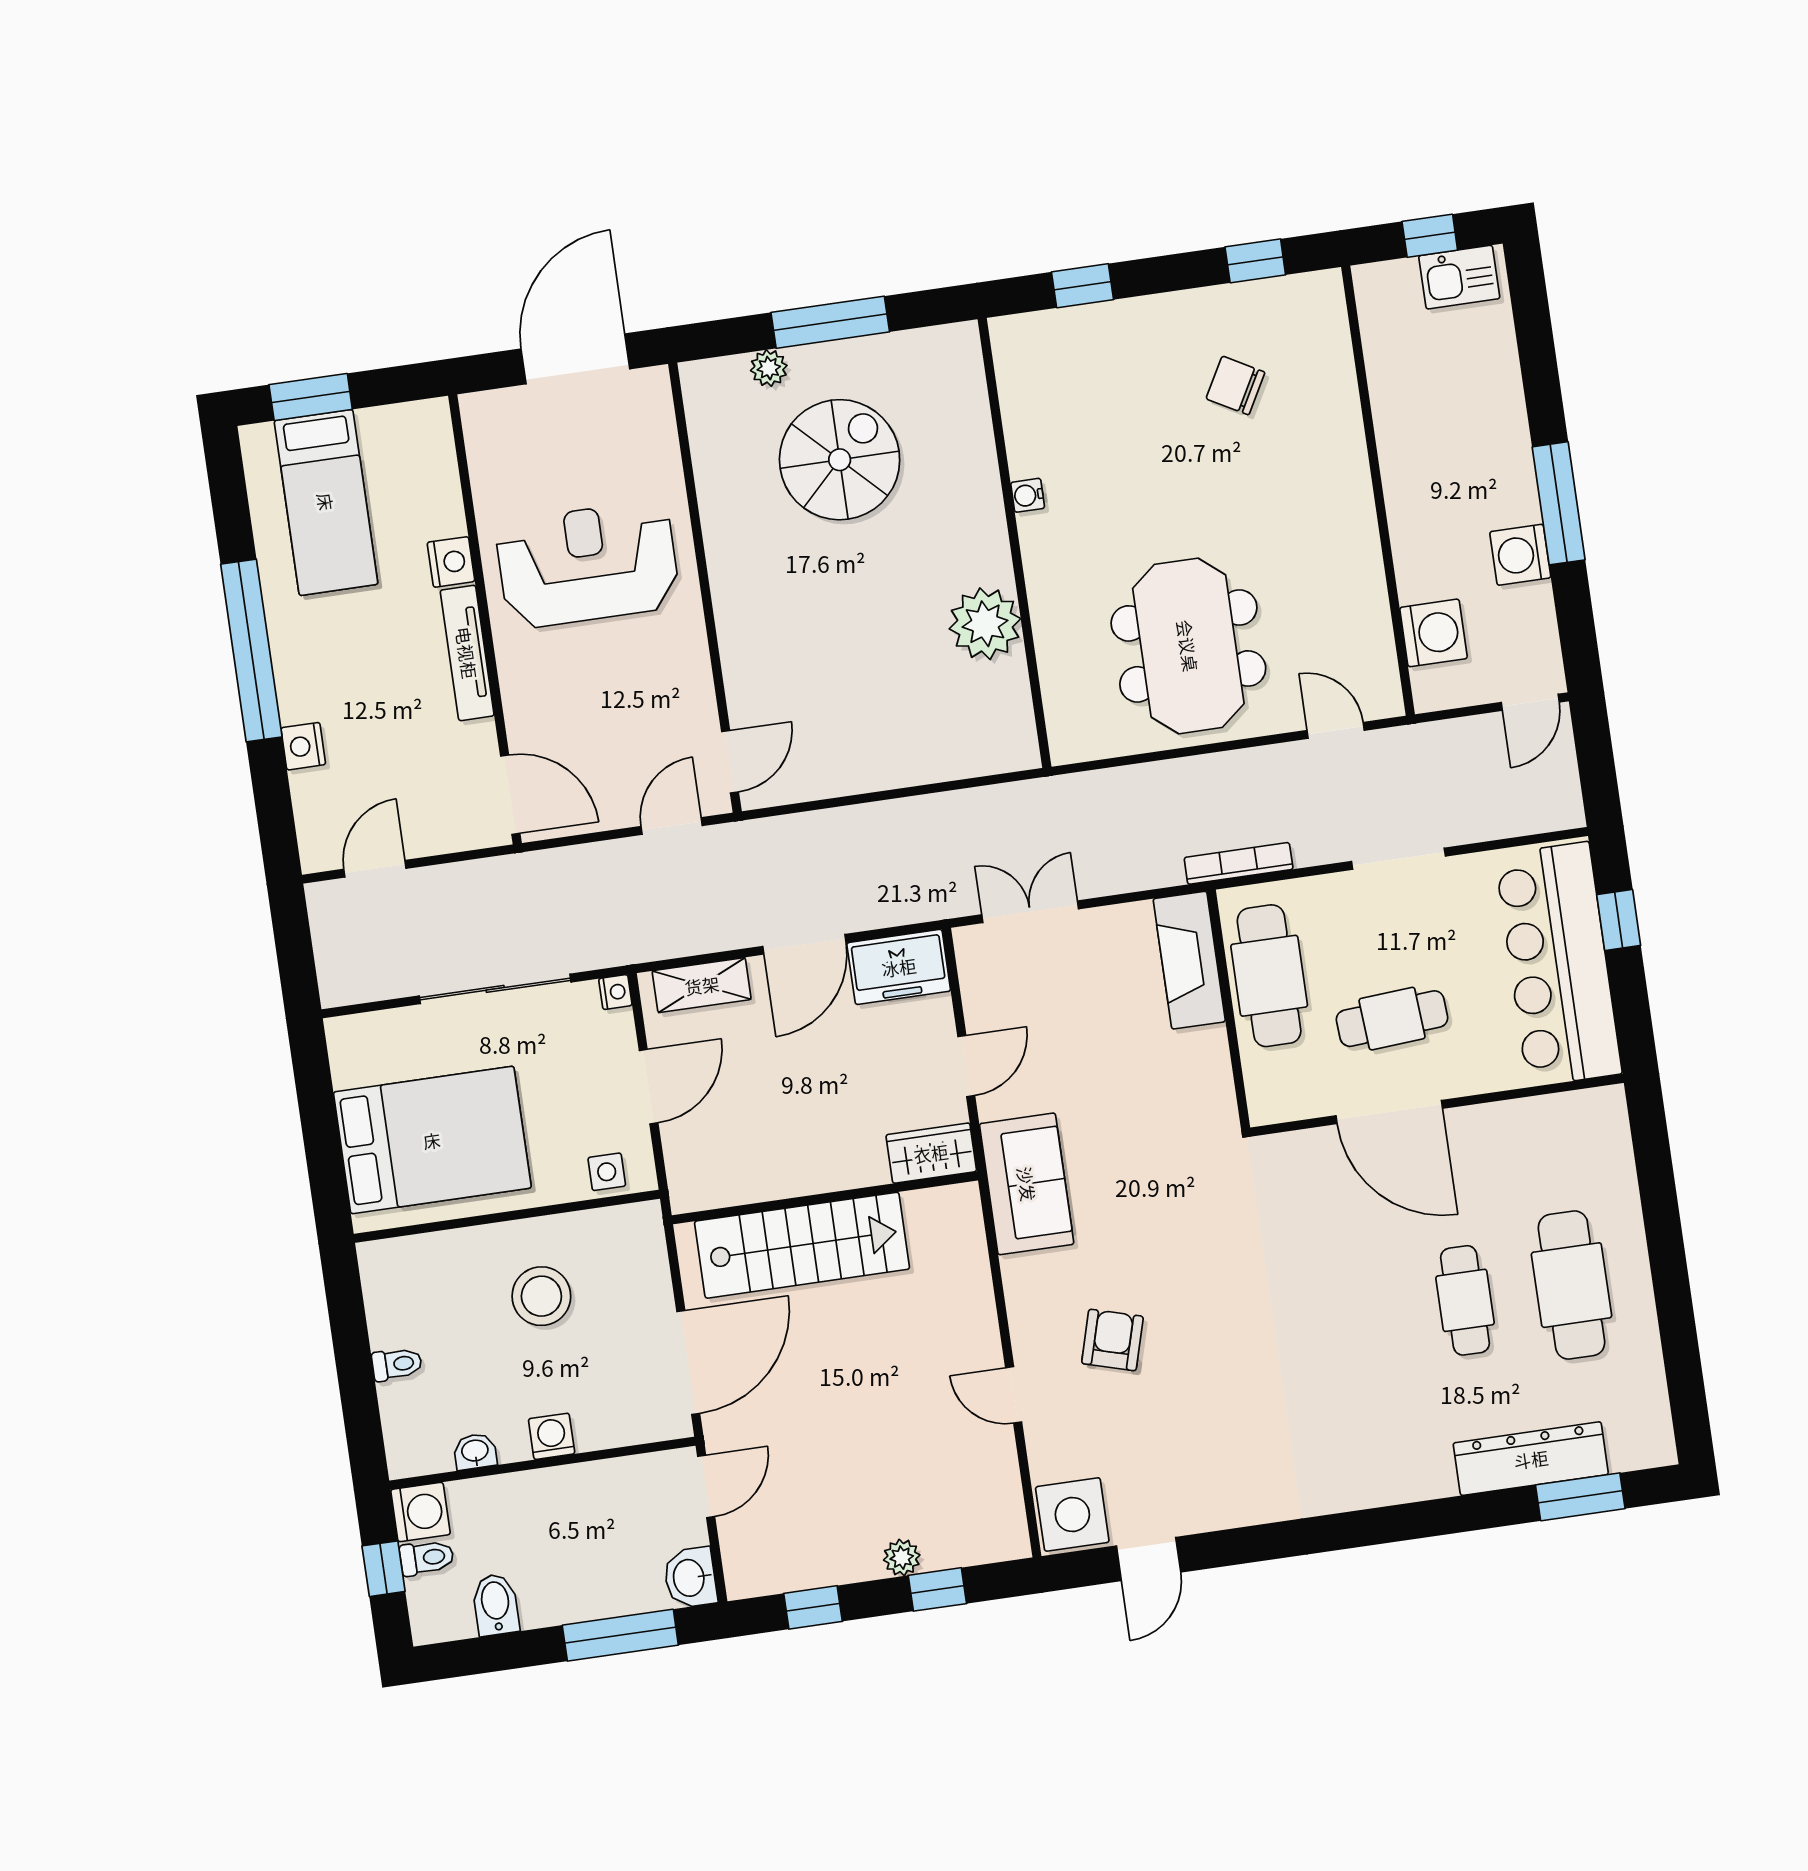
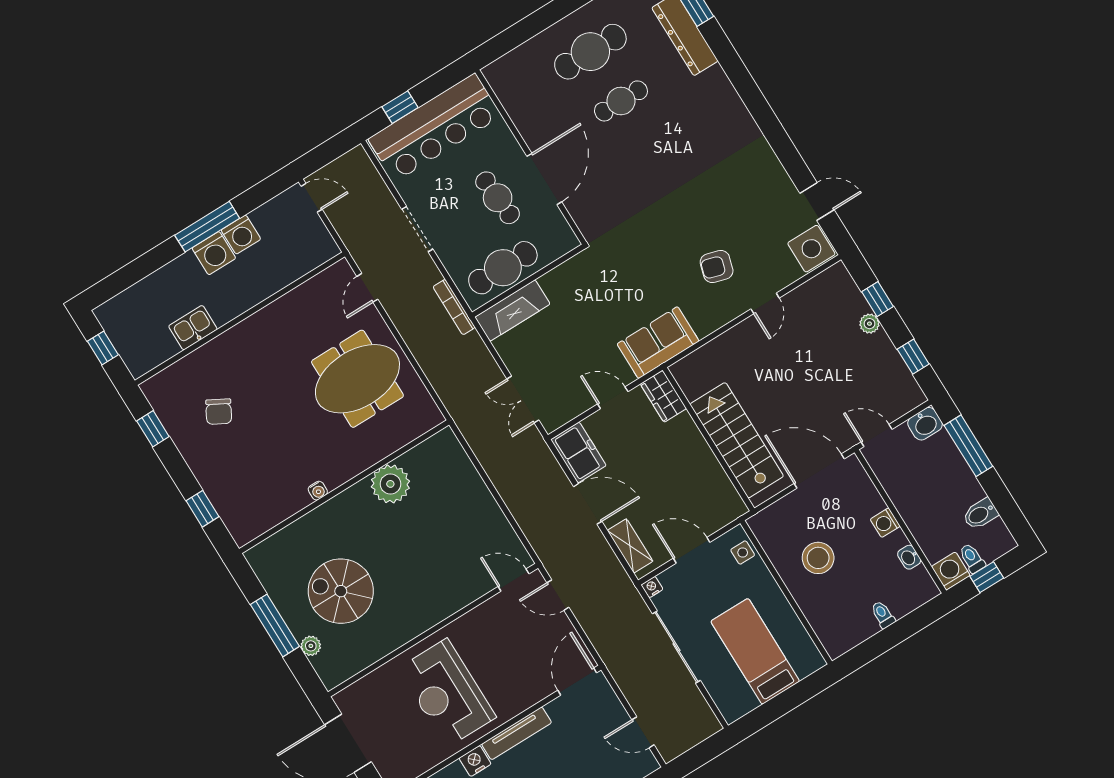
kitchen sink: (1459, 277) -> (193, 328), moved, turned -90
washing machine: (1434, 633) -> (214, 253), moved, turned 180
bed: (432, 1140) -> (755, 651), width x0.67

